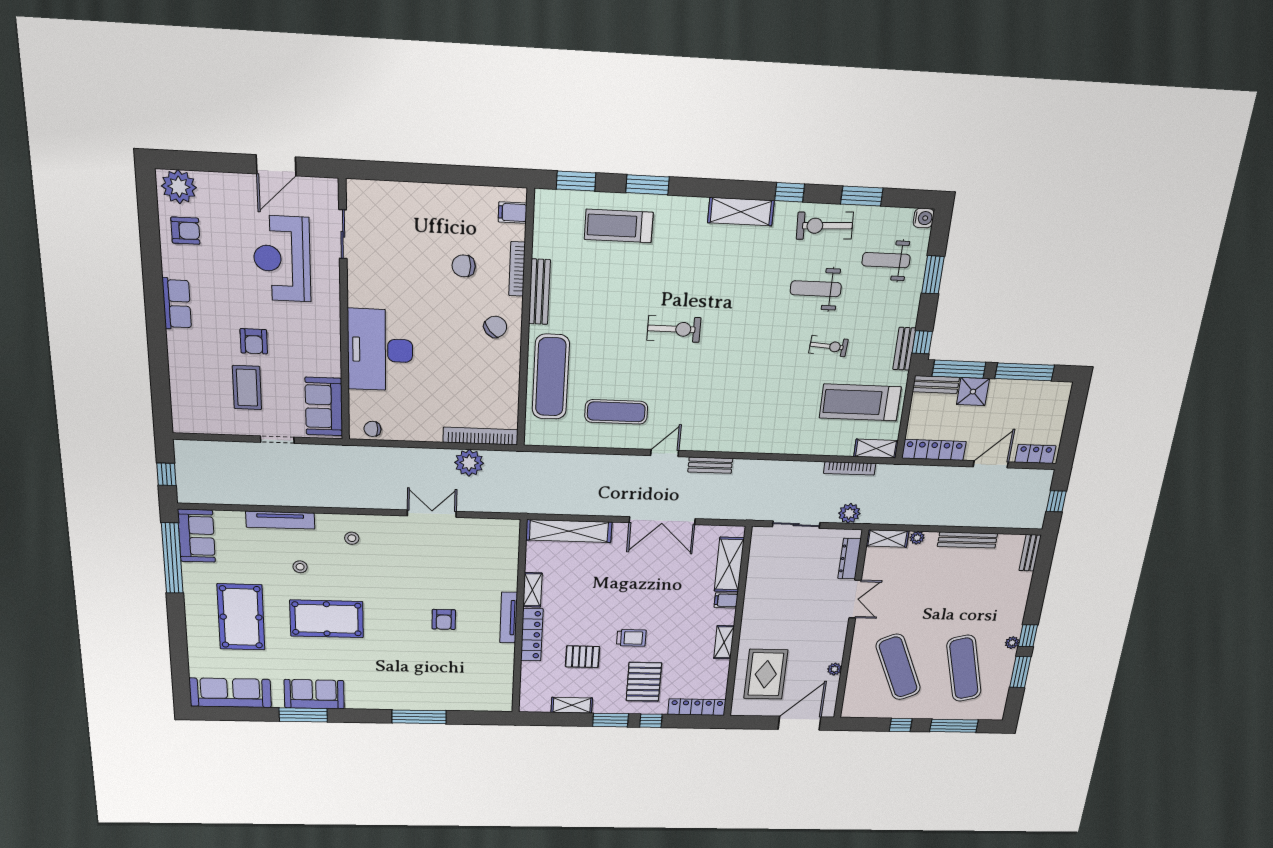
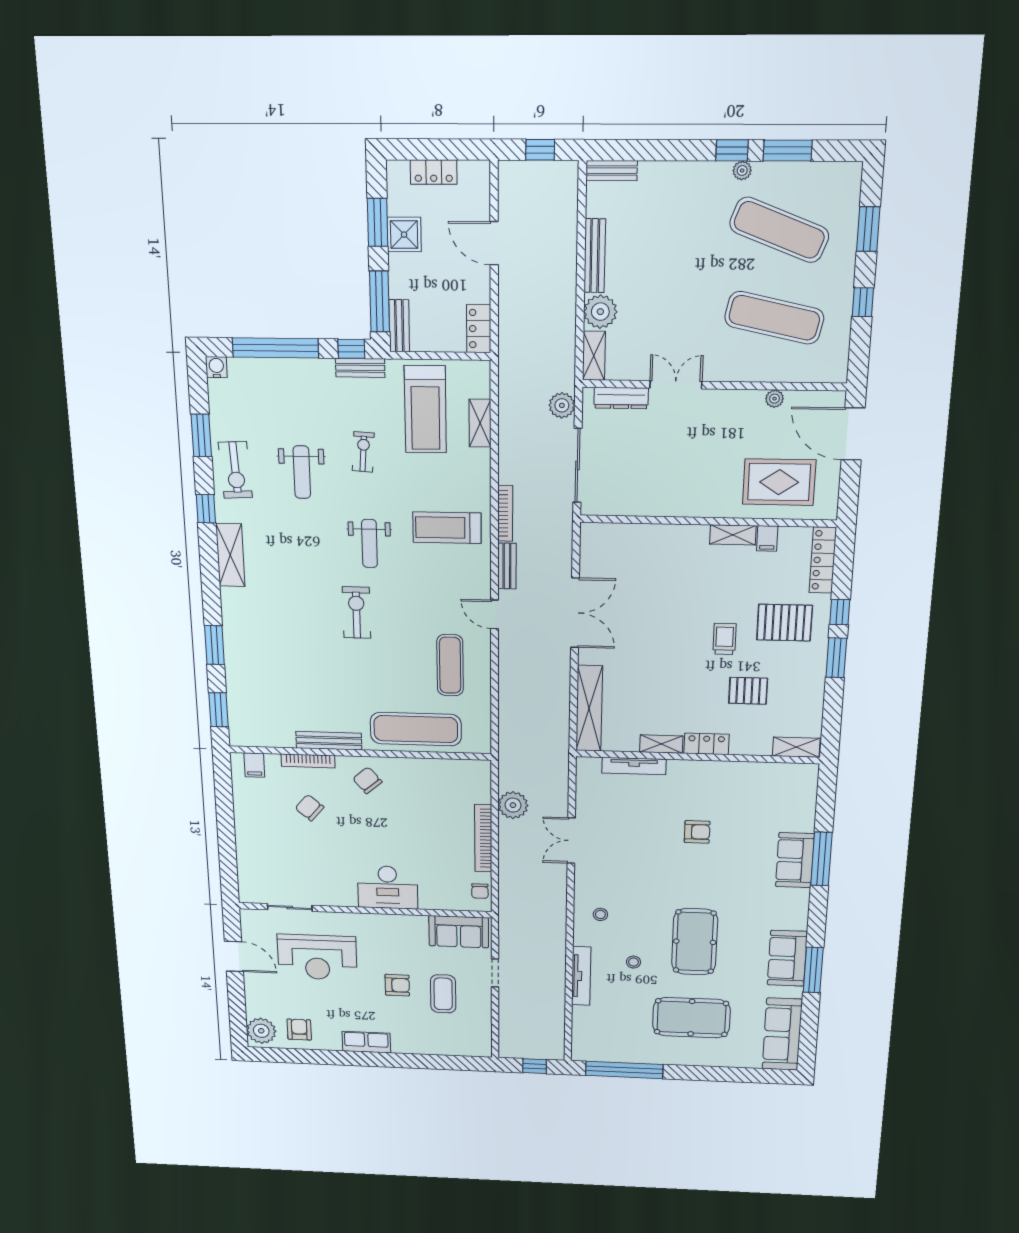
treadmill: (619, 226) -> (447, 528), moved, turned 90
weight bench: (886, 260) -> (370, 544), moved
chair: (464, 266) -> (309, 808), turned 130
window: (933, 275) -> (275, 348), width x2.11
desk: (380, 350) -> (388, 887), width x0.73, depth x0.77
window: (1025, 372) -> (378, 222), width x0.69
coffee table: (247, 388) -> (443, 994), turned 90
shower: (973, 392) -> (404, 235), moved
bookcase: (481, 436) -> (483, 838), moved
shelving: (876, 449) -> (480, 423), moved
locker: (934, 450) -> (479, 329), width x0.66
locker: (1035, 454) -> (434, 172), moved, turned -90
bookcase: (850, 468) -> (505, 513), moved
sliding door: (796, 525) -> (577, 465), width x1.37
sofa: (197, 536) -> (795, 860), moved, turned -90
plant: (917, 538) -> (600, 312), width x1.87, depth x1.87
shelving: (729, 565) -> (629, 537), removed
filing cabinet: (726, 600) -> (767, 538), moved
tv unit: (509, 618) -> (634, 766), moved
locker: (532, 635) -> (706, 744), width x0.66
pallet: (582, 657) -> (748, 691), turned 90
exercise mat: (898, 667) -> (774, 318), turned 36
exercise mat: (964, 668) -> (779, 230), turned 36
shelving: (572, 705) -> (796, 747), moved, turned 90
window: (954, 726) -> (868, 229), width x0.69

